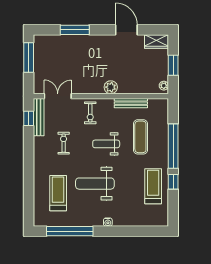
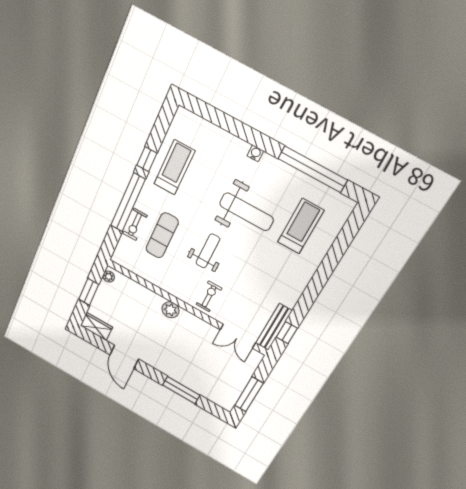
bench: (131, 103) -> (155, 280), removed
exercise bike: (64, 143) -> (135, 224), moved
weight bench: (106, 144) -> (208, 251), turned -90
treadmill: (153, 186) -> (174, 167), turned 180
treadmill: (58, 193) -> (301, 226), turned 180

